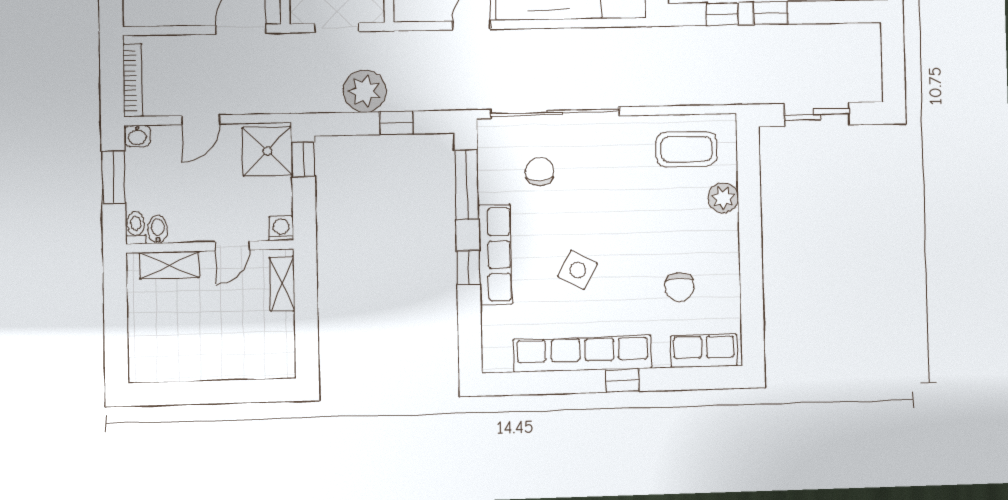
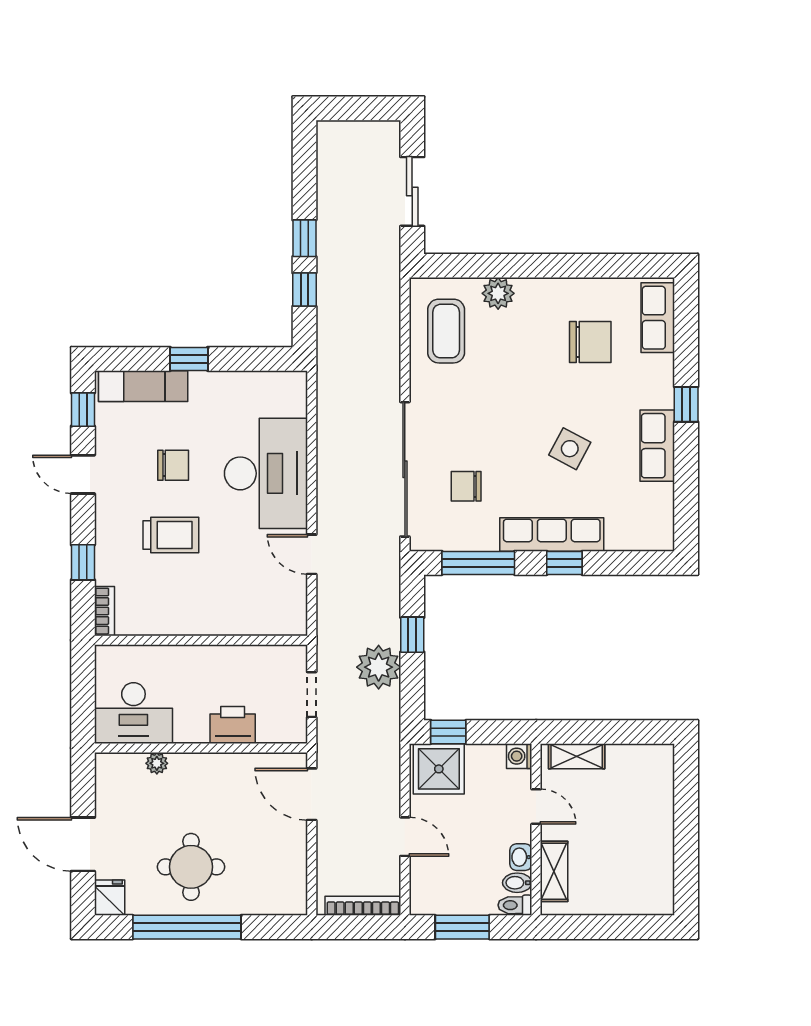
washbasin: (137, 136) -> (521, 857), moved, turned 180
chair: (679, 287) -> (590, 342), width x1.37, depth x1.37
row of seats: (582, 354) -> (657, 446), width x0.50

